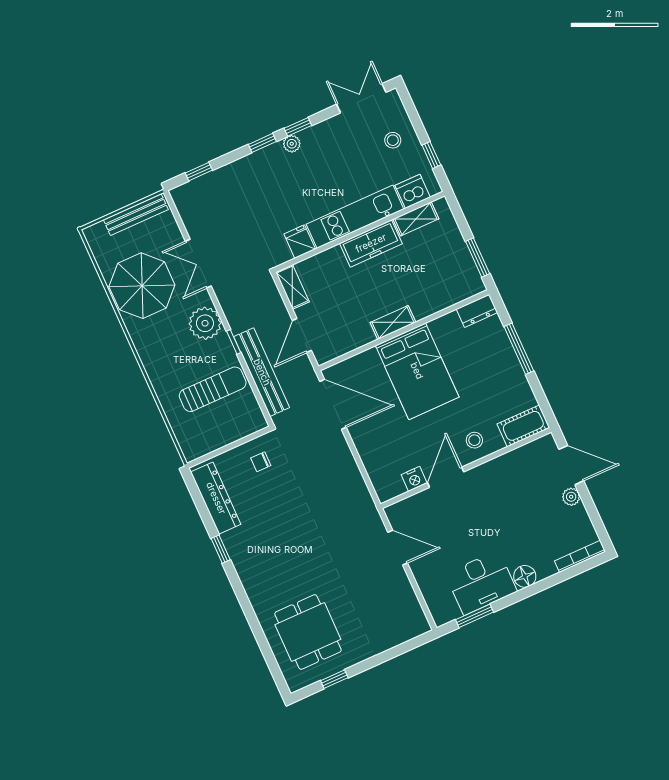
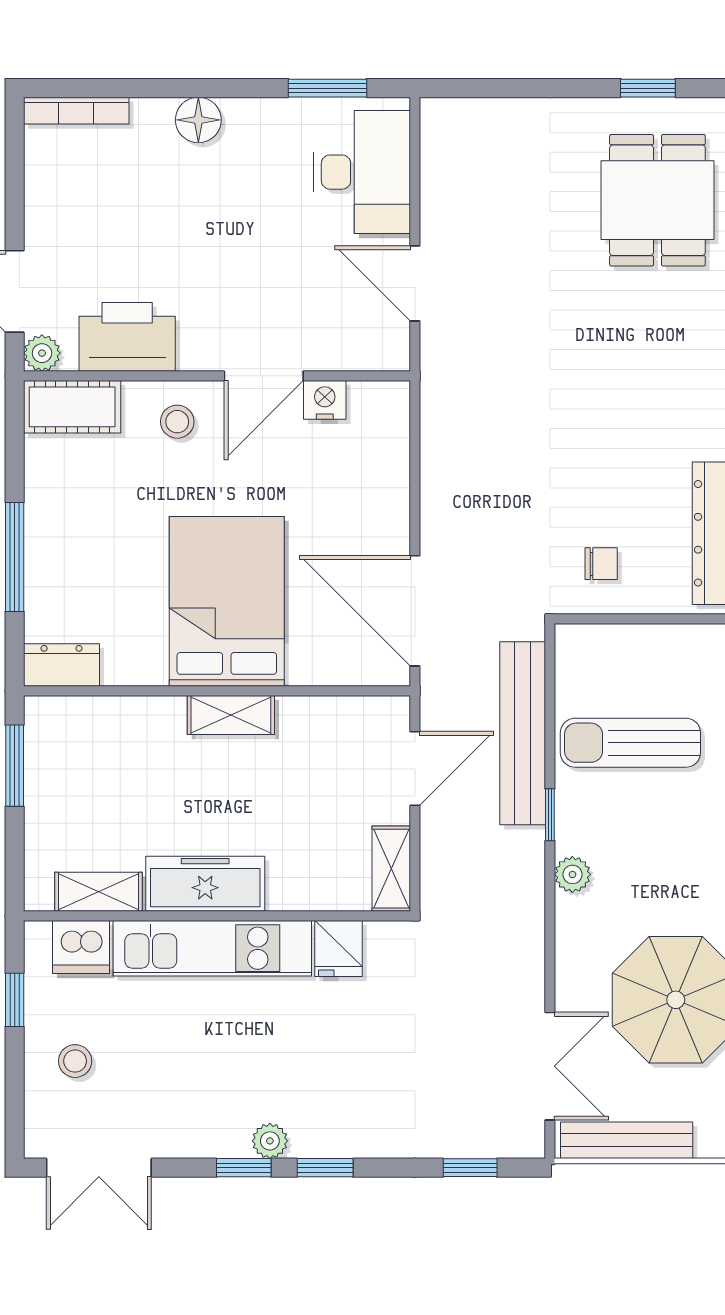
double door: (198, 264) -> (550, 1066), moved
plant: (205, 323) -> (572, 874), width x0.53, depth x0.53
printer: (513, 467) -> (127, 337), added
plant: (571, 497) -> (42, 353), moved
desk: (481, 583) -> (362, 172), moved, turned 90

